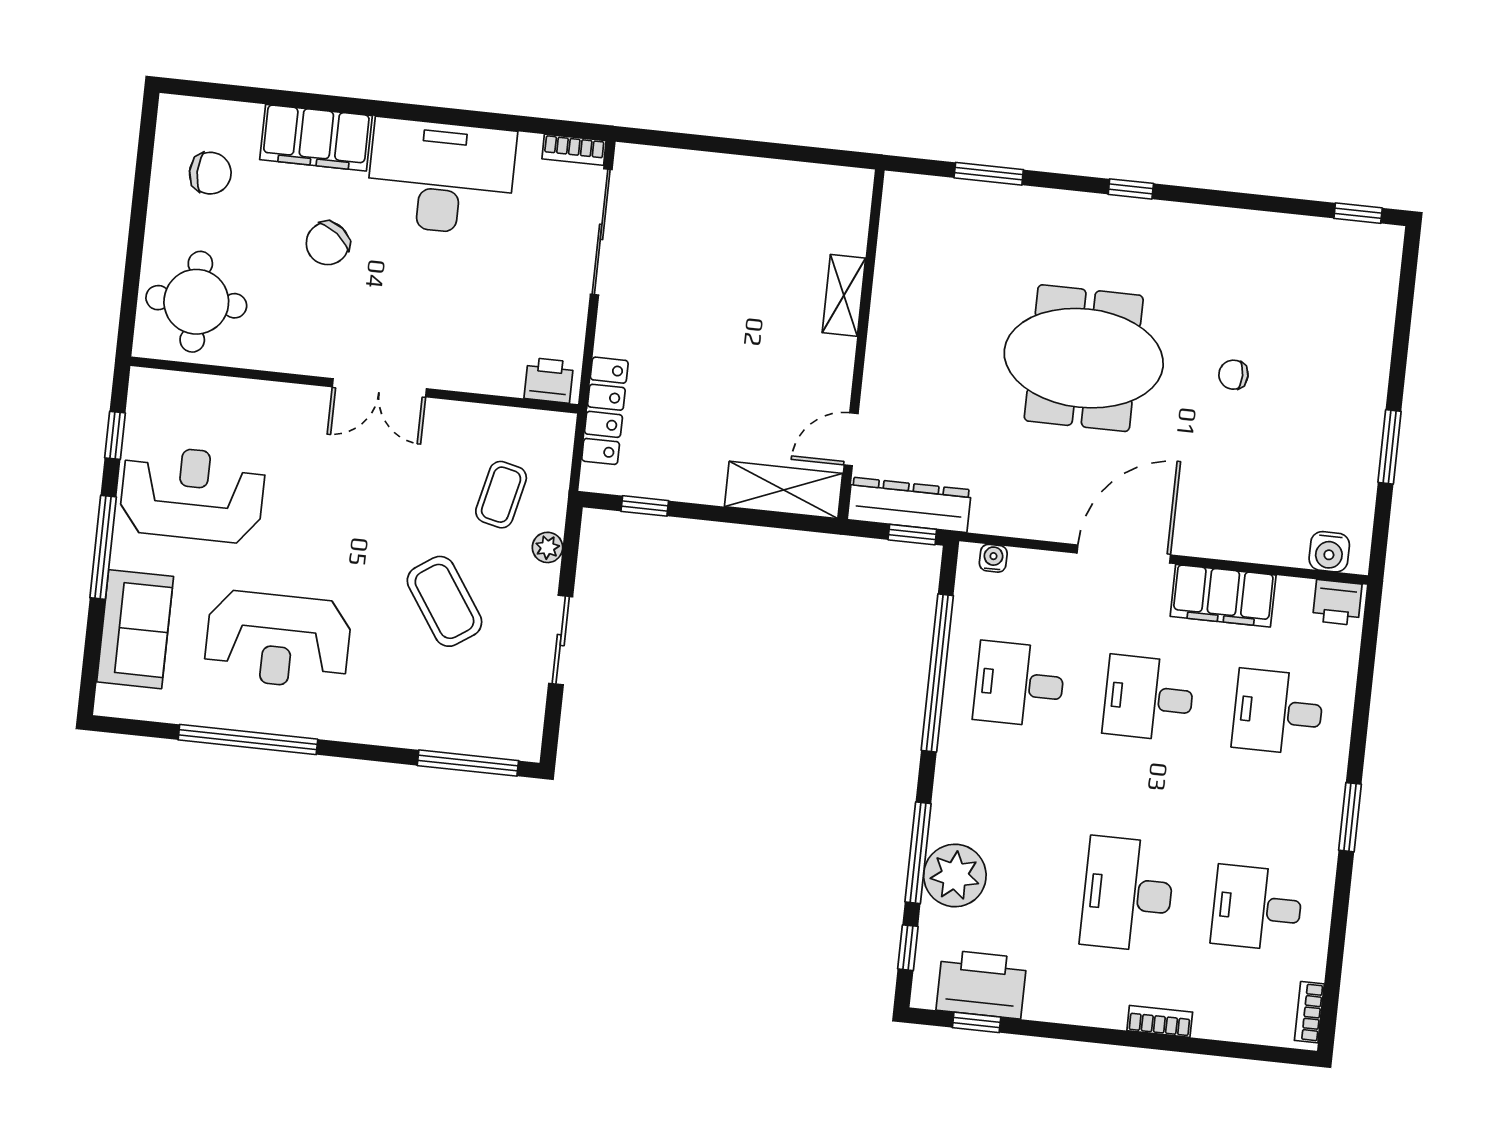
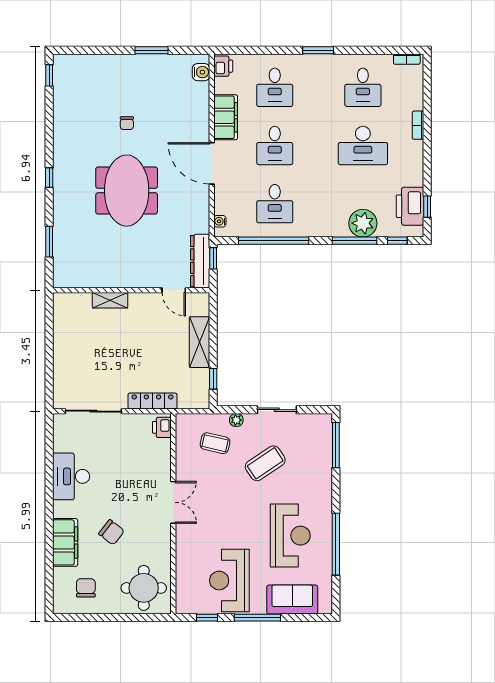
bookcase: (574, 150) -> (58, 427), removed
desk: (441, 177) -> (71, 476), width x0.73, depth x0.77
locker: (605, 411) -> (153, 401), moved
shelving: (784, 490) -> (200, 342), moved

